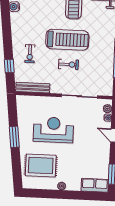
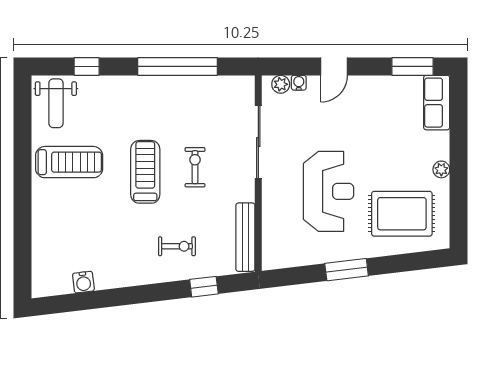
treadmill: (67, 40) -> (145, 172), width x0.73, depth x0.73
reception desk: (53, 130) -> (329, 191), turned 180
rug: (41, 166) -> (402, 214), turned 90

